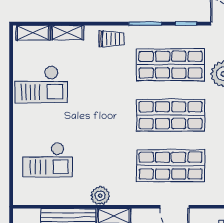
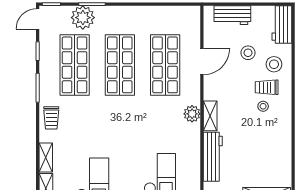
trolley: (112, 39) -> (51, 118), turned 180
plant: (100, 196) -> (192, 114), moved

